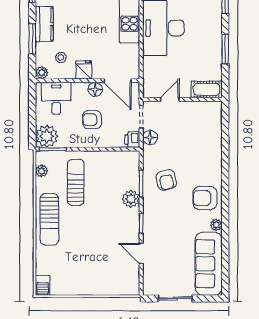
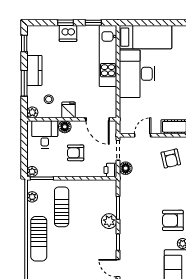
floor lamp: (95, 89) -> (65, 127), moved
plant: (47, 136) -> (32, 172), width x0.53, depth x0.53
armchair: (166, 180) -> (171, 158), moved

